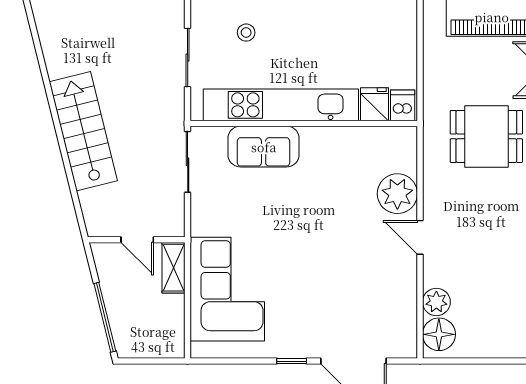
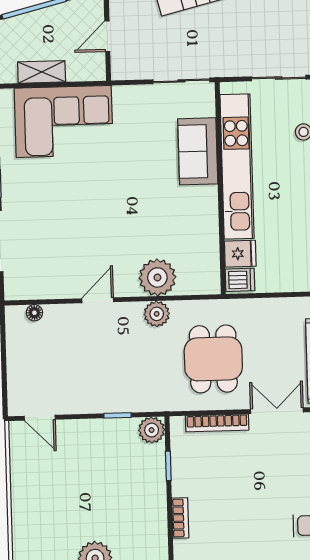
door: (420, 237) -> (98, 300), moved
shelving: (173, 268) -> (42, 72), moved
plant: (436, 302) -> (157, 314), moved
floor lamp: (439, 334) -> (34, 313), width x0.53, depth x0.53

